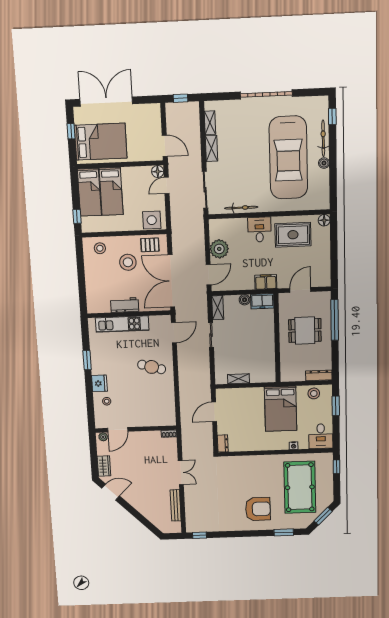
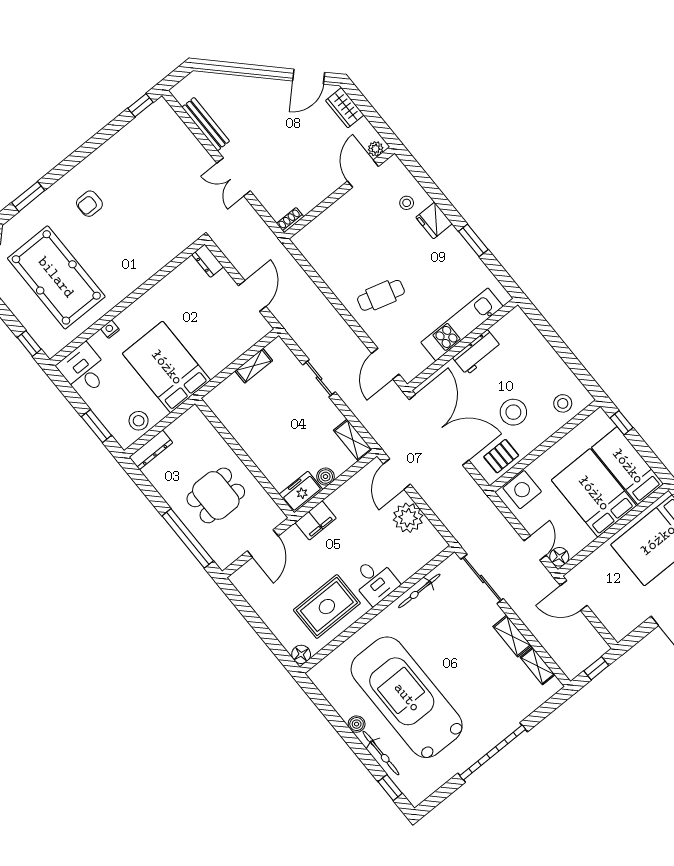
bed: (111, 191) -> (594, 493), width x1.50
sliding door: (211, 335) -> (319, 378), moved
armchair: (258, 509) -> (89, 204), width x0.53, depth x0.53

